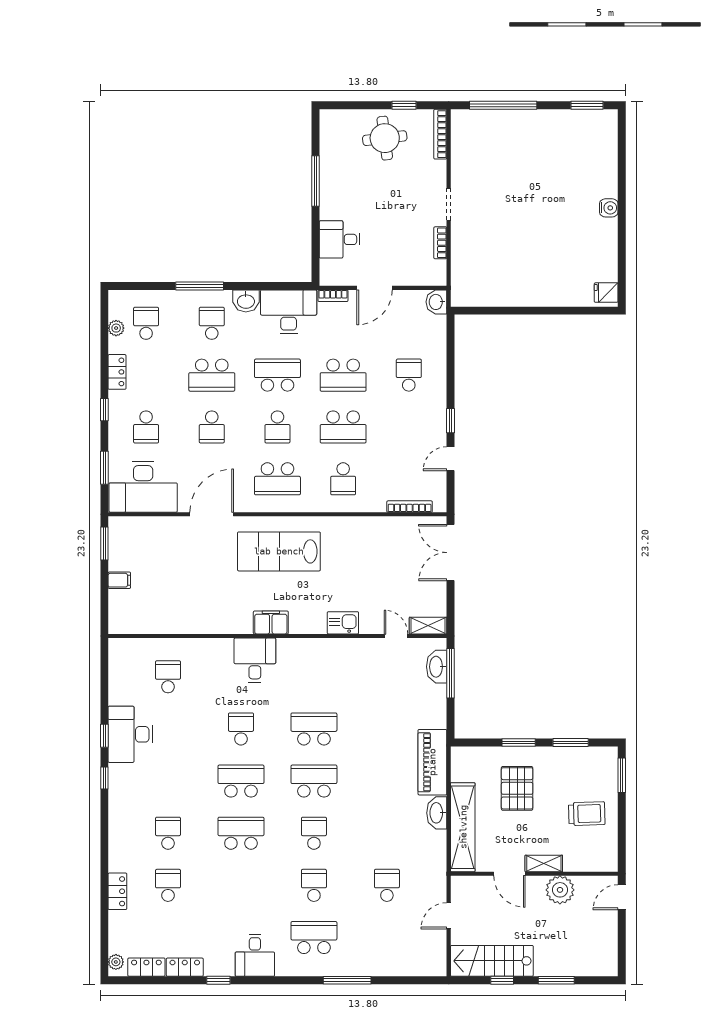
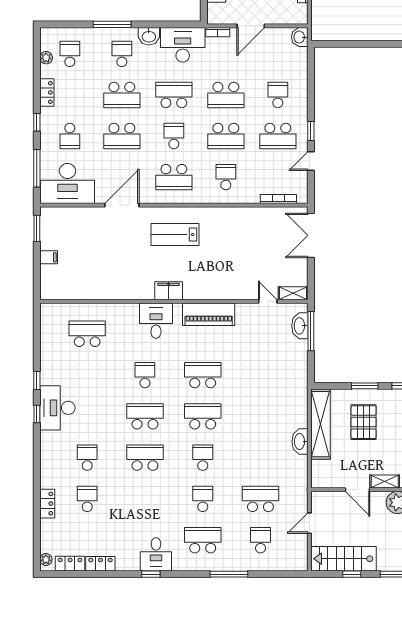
school desk: (212, 427) -> (122, 136), width x1.85
school desk: (277, 427) -> (174, 136), turned 180
school desk: (409, 427) -> (278, 136), added
window: (104, 468) -> (37, 168), width x1.44
school desk: (343, 479) -> (226, 177), turned 180
lab bench: (279, 551) -> (175, 235), width x0.73, depth x0.72
kitchen sink: (343, 623) -> (226, 291), removed
school desk: (168, 677) -> (87, 334), width x1.85
desk: (130, 734) -> (57, 408), moved
piano: (432, 762) -> (209, 314), moved, turned -90
shelving: (463, 827) -> (320, 424), moved
school desk: (387, 885) -> (260, 499), width x1.85
school desk: (387, 938) -> (260, 540), added
window: (218, 980) -> (151, 574), moved

